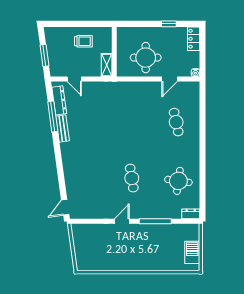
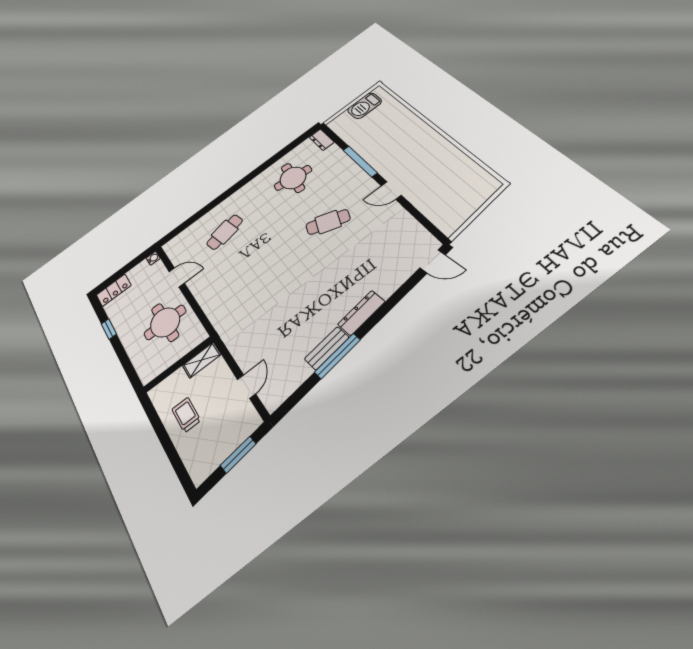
dresser: (59, 100) -> (361, 313), moved
window: (53, 116) -> (337, 356), moved
cafe table: (132, 178) -> (328, 222), turned 30

